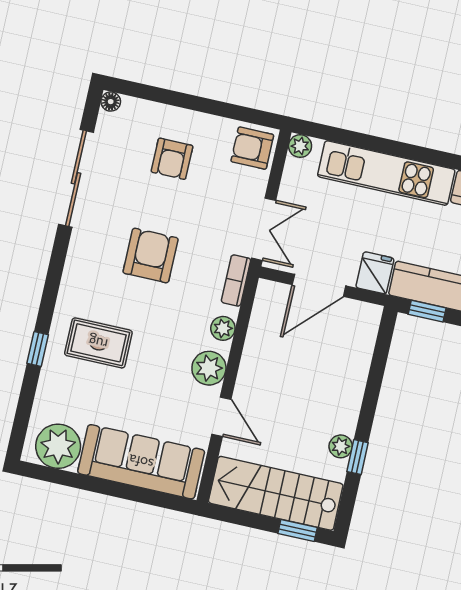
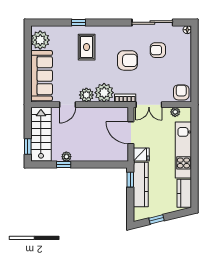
plant: (300, 146) -> (175, 112), moved
armchair: (172, 159) -> (158, 50), moved
plant: (223, 328) -> (104, 93), width x1.88, depth x1.88

